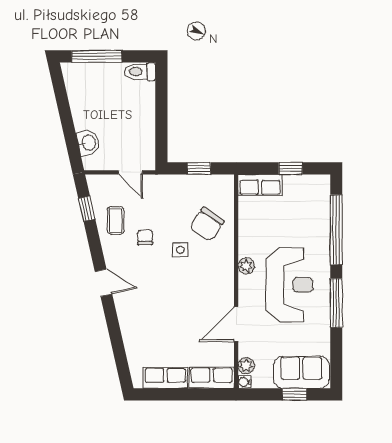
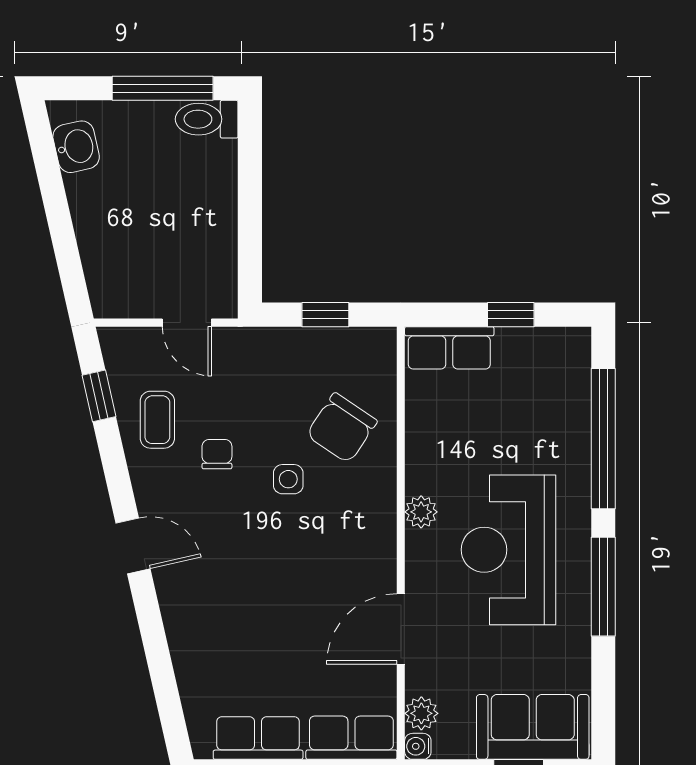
window: (97, 56) -> (163, 88), moved
washbasin: (88, 143) -> (76, 147), moved
reception desk: (289, 285) -> (509, 550), turned 180

